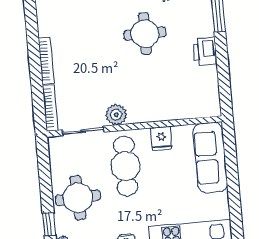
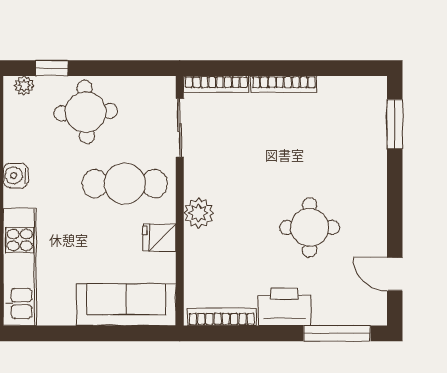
printer: (205, 51) -> (285, 307), width x1.37, depth x1.19
bookcase: (213, 90) -> (222, 317), added
plant: (116, 115) -> (199, 213), moved

